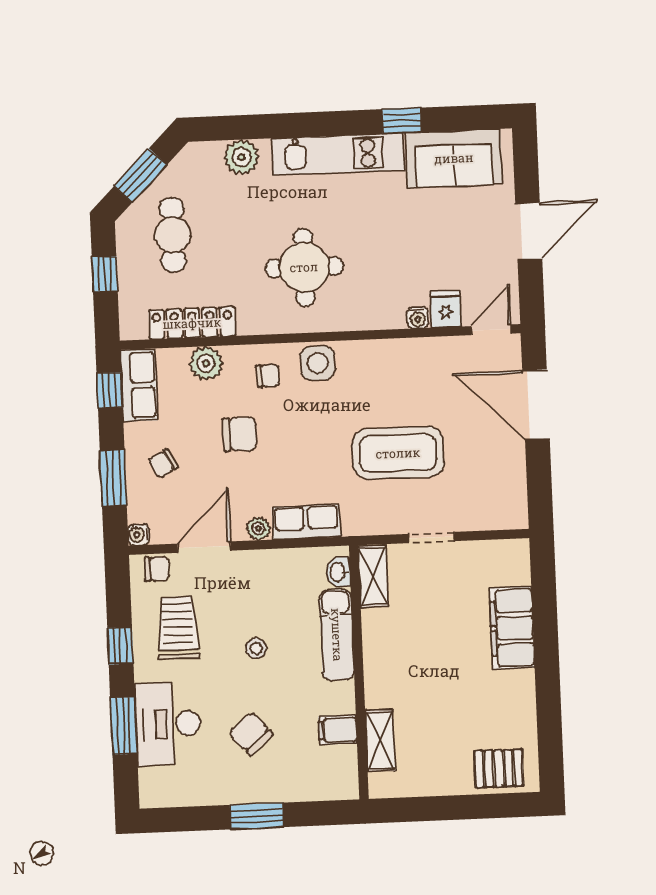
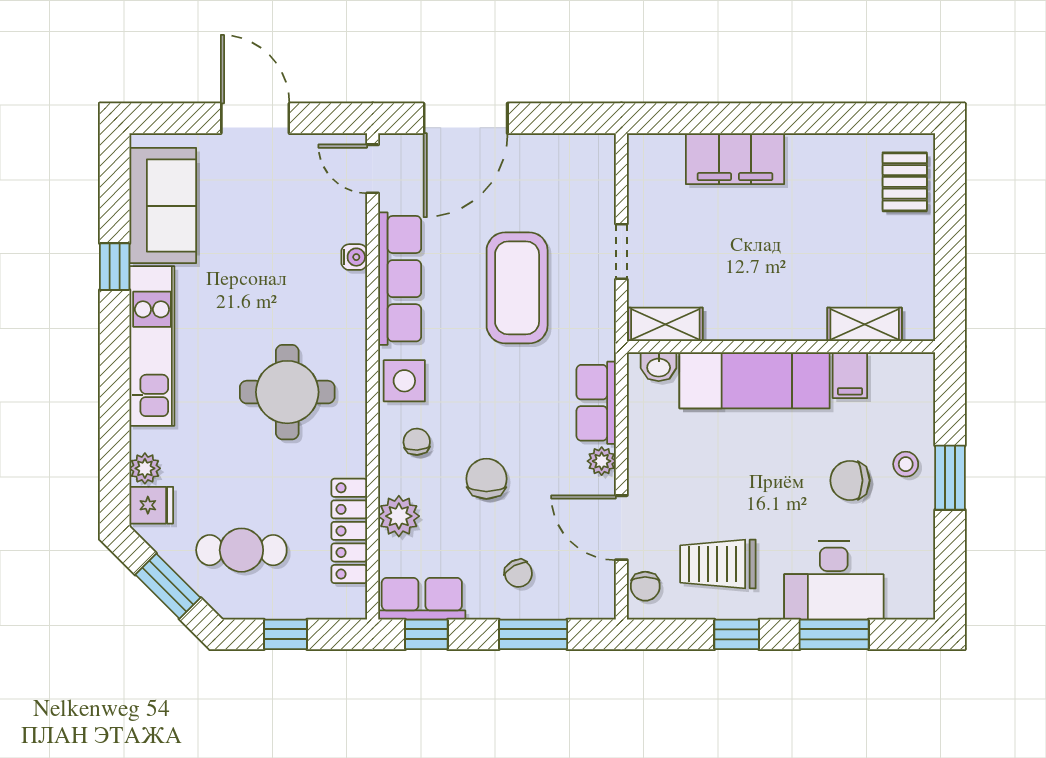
plant: (242, 157) -> (145, 468), width x0.73, depth x0.73
fridge: (446, 309) -> (151, 505), moved, turned 180
row of seats: (402, 356) -> (400, 279), added
water cooler: (138, 535) -> (603, 607), removed
chair: (157, 569) -> (645, 586), turned 180
exam couch: (337, 635) -> (755, 380), width x1.36, depth x1.45
stool: (256, 648) -> (906, 464), moved
chair: (251, 734) -> (850, 480), turned 42

